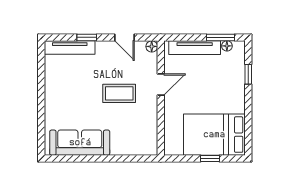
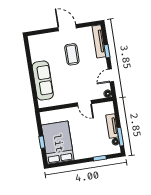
tv unit: (195, 48) -> (112, 126), width x0.71
door: (41, 93) -> (67, 28), added
coffee table: (119, 93) -> (72, 54), moved
sofa: (80, 143) -> (43, 80), moved

